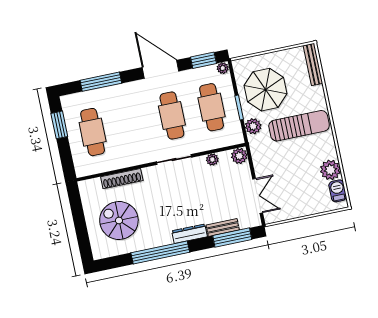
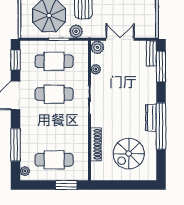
plant: (223, 68) -> (25, 171), moved
window: (59, 125) -> (66, 185), moved
double door: (258, 196) -> (120, 39), moved
bench: (223, 227) -> (151, 53), moved
dresser: (190, 234) -> (151, 118), moved

